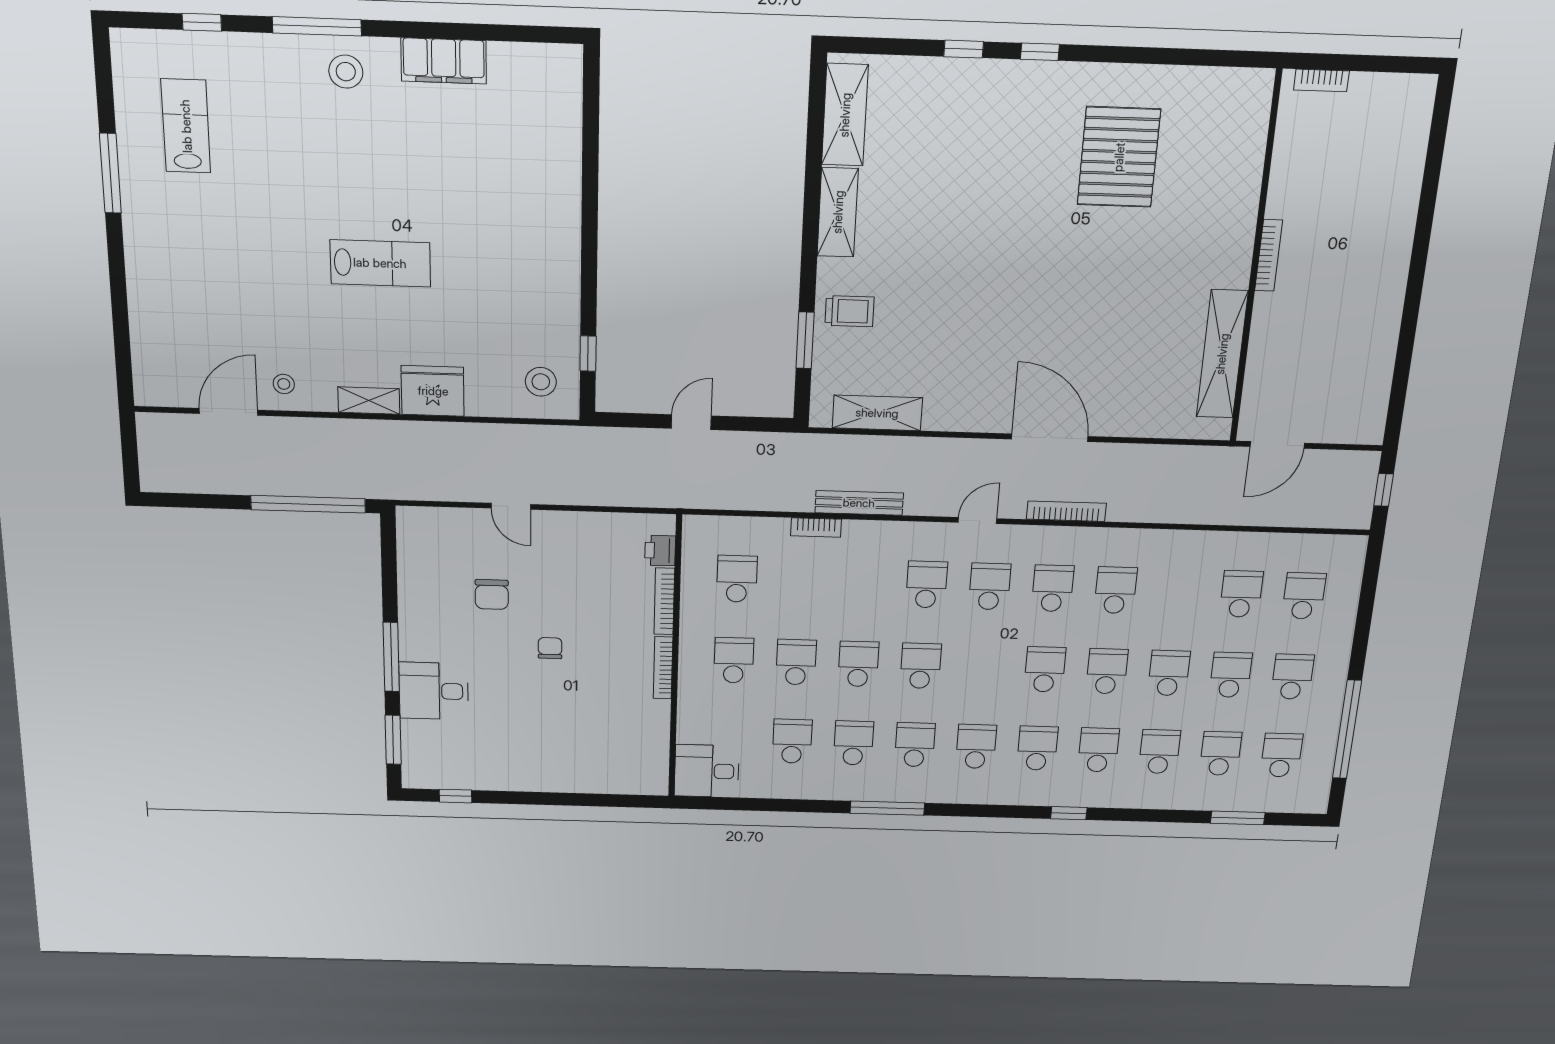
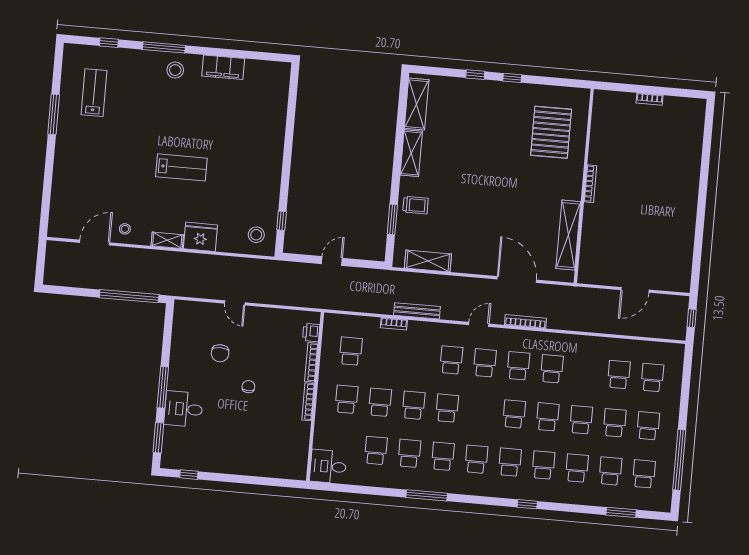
bookcase: (1269, 255) -> (590, 184), moved
wall: (1255, 260) -> (584, 186), moved
shelving: (1222, 354) -> (568, 235), moved

